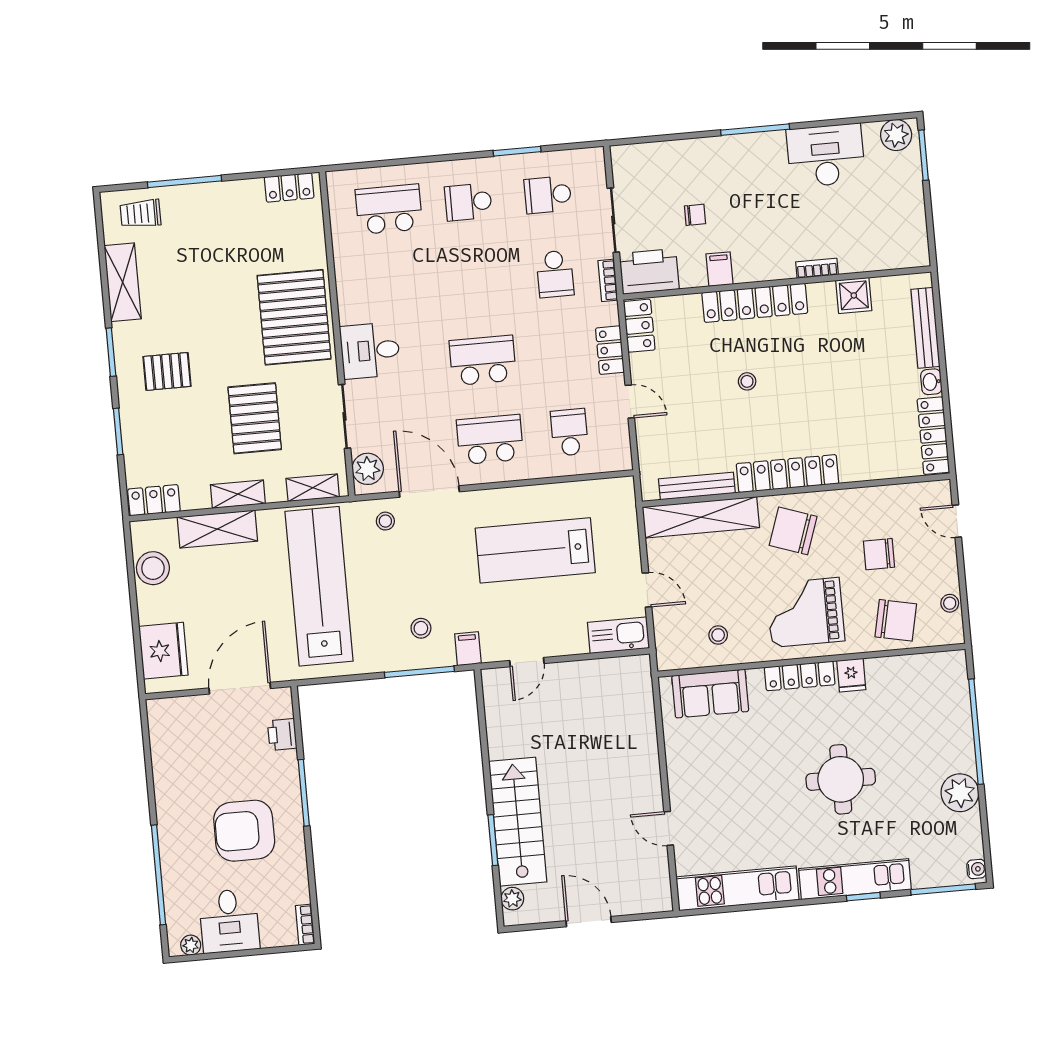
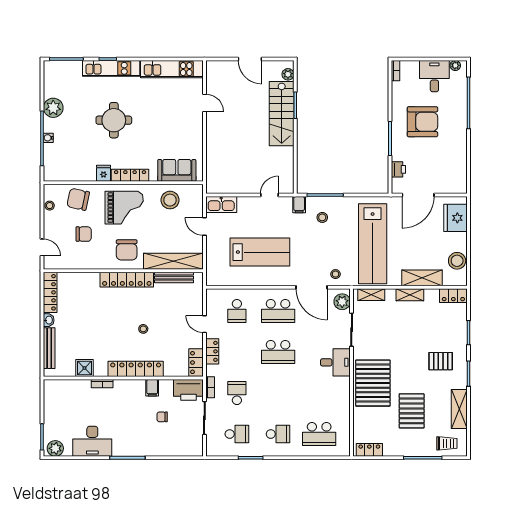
pallet: (255, 418) -> (412, 411), moved
chair: (793, 531) -> (127, 250), turned 71
stool: (718, 635) -> (170, 200), width x1.89, depth x1.89
water cooler: (976, 869) -> (48, 138), moved

